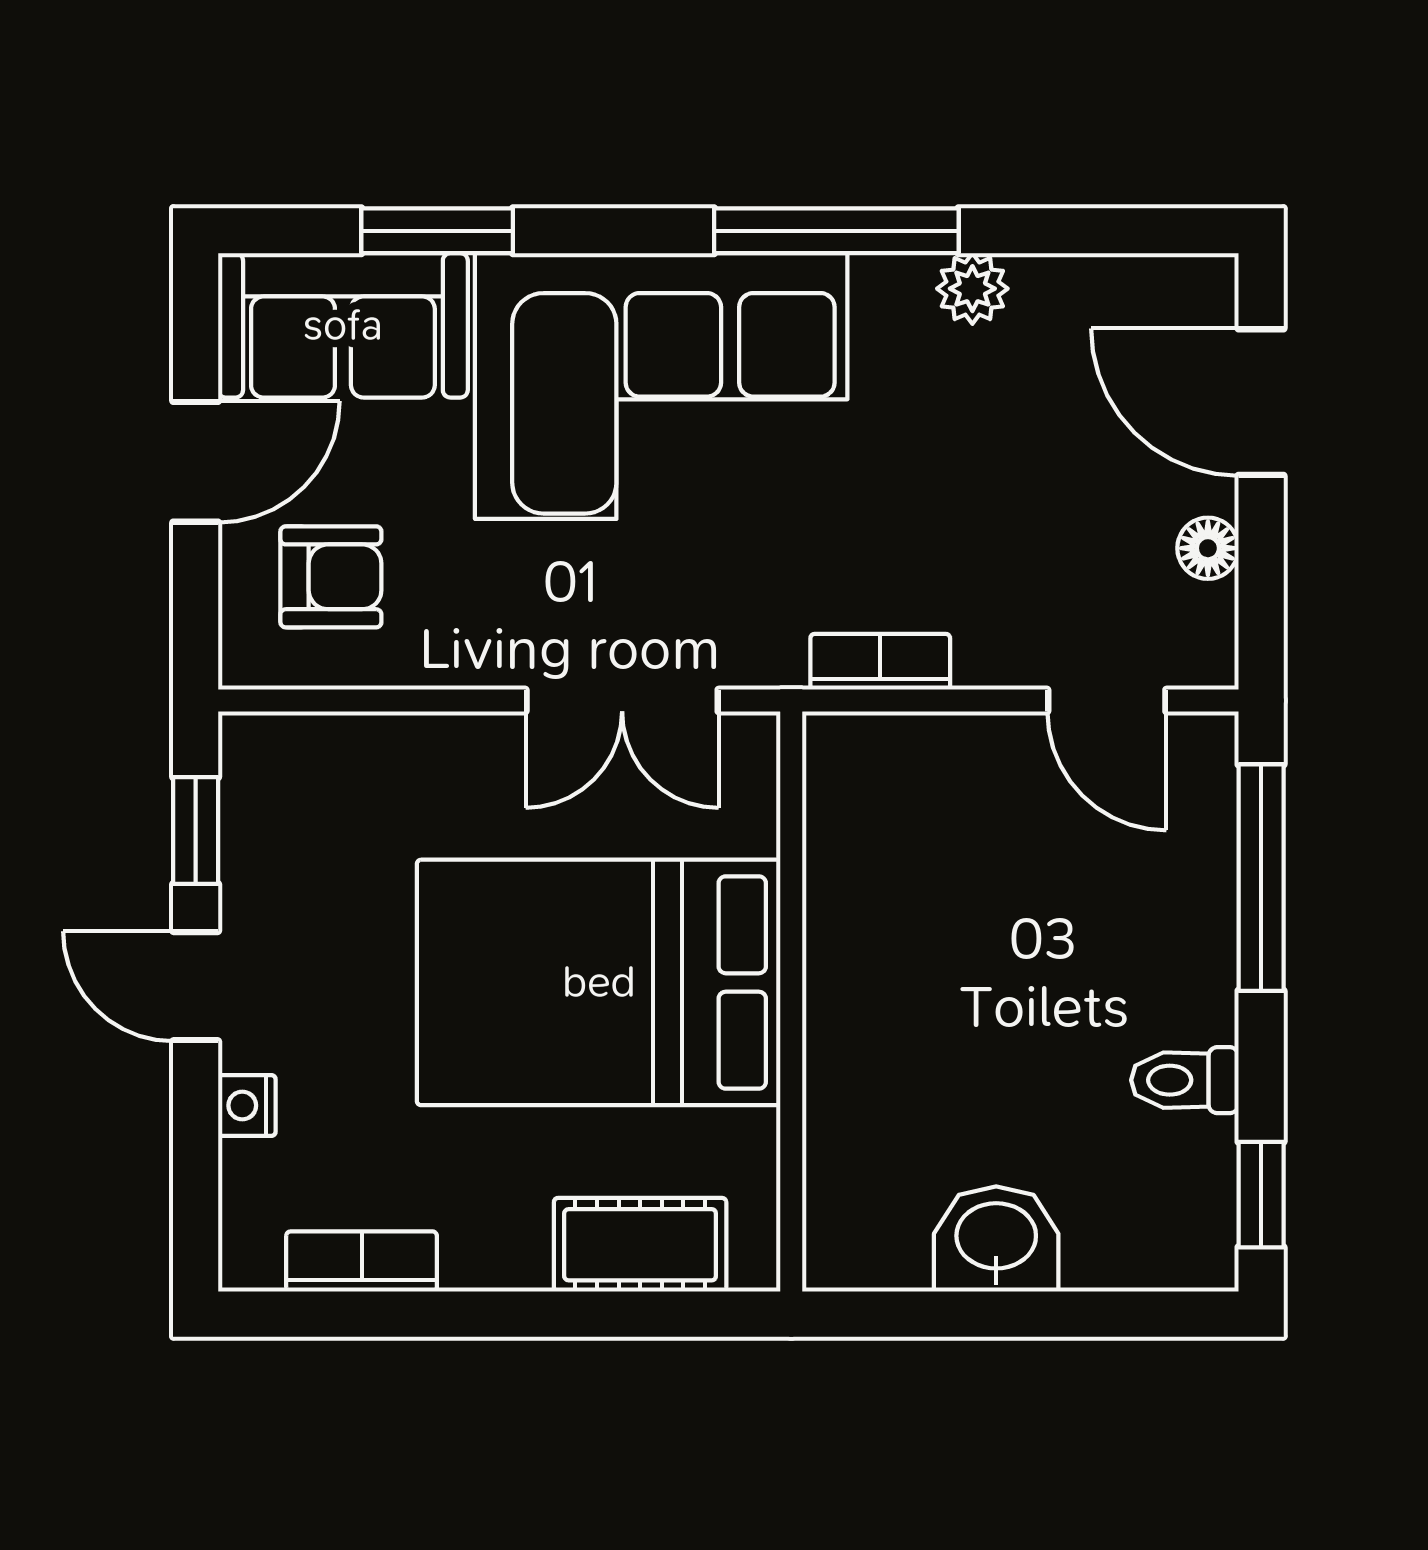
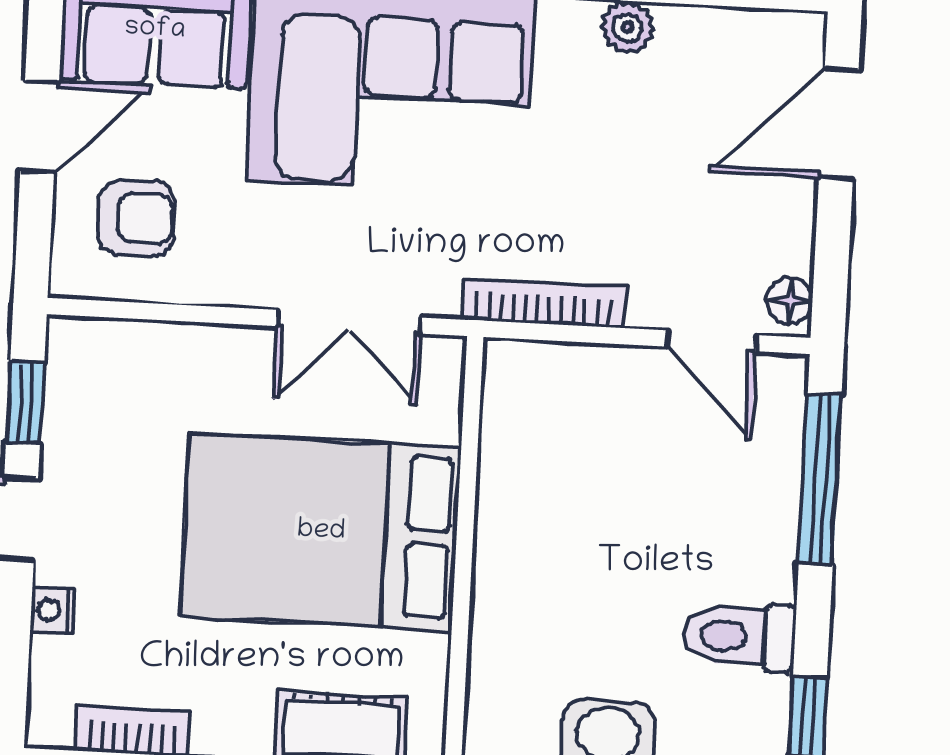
door: (1261, 402) -> (839, 124), hinge flipped
floor lamp: (1208, 548) -> (790, 301), moved
bookcase: (880, 662) -> (544, 303), width x1.56
toilet: (1185, 1080) -> (739, 636), width x1.37, depth x1.39

